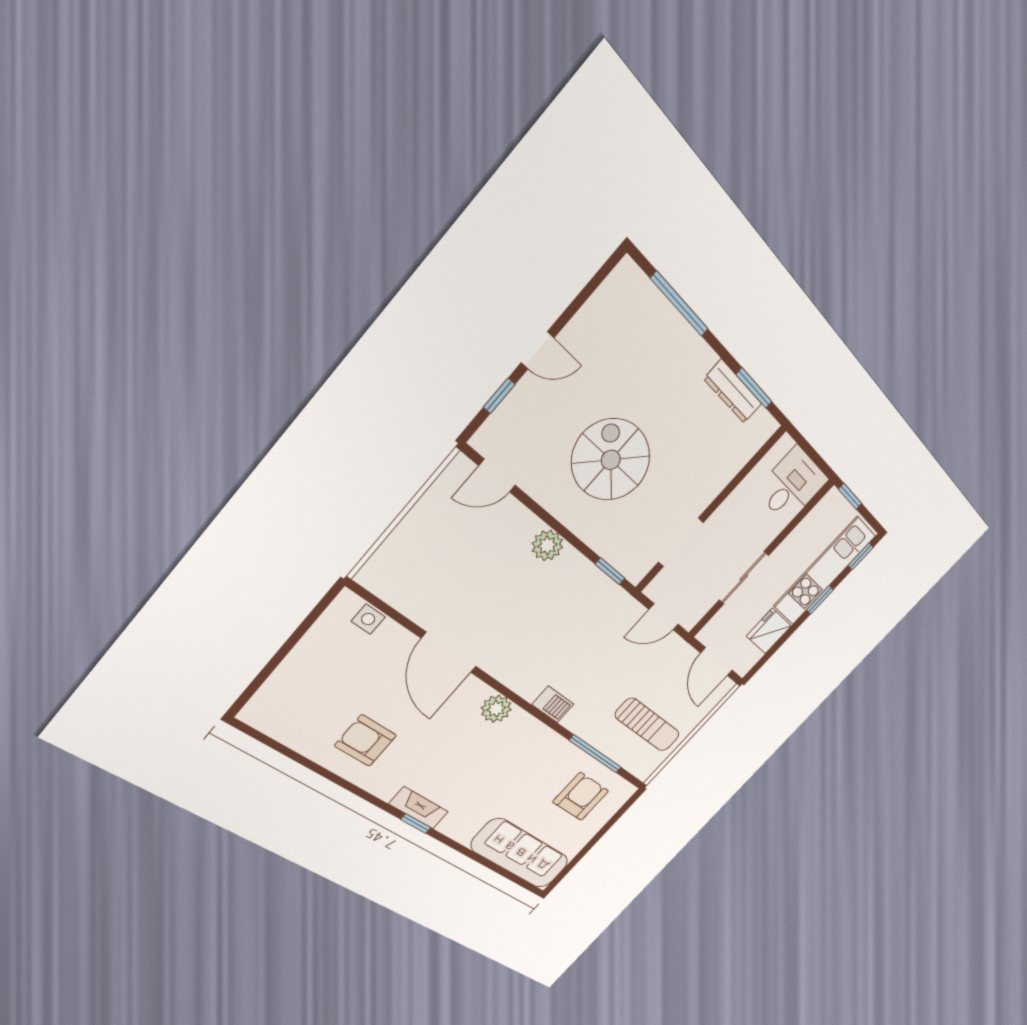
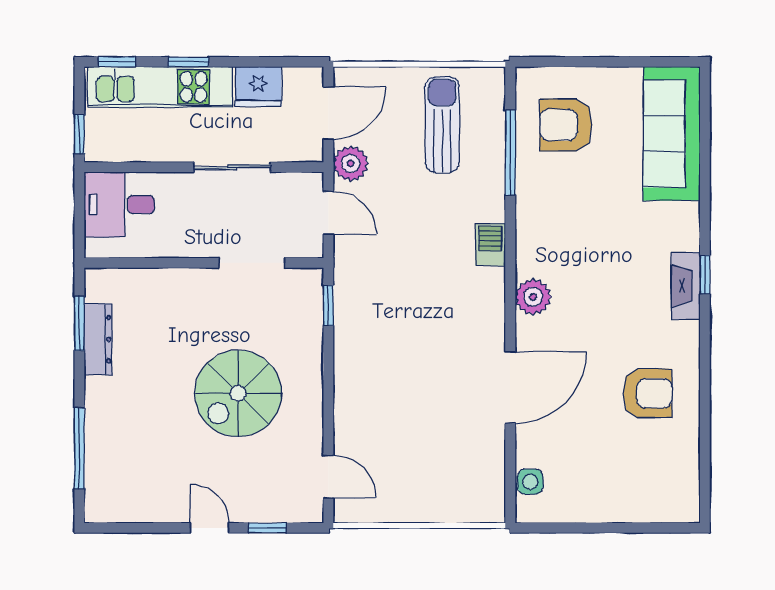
plant: (547, 545) -> (351, 164), moved
armchair: (366, 741) -> (648, 393), turned -90

